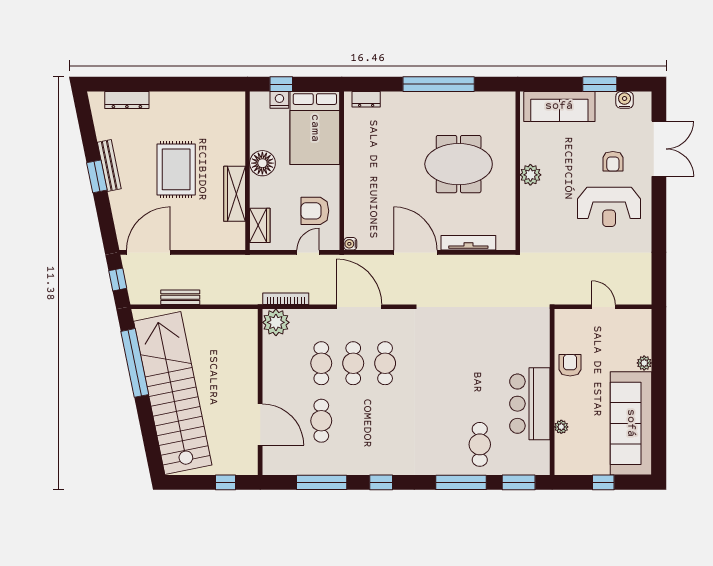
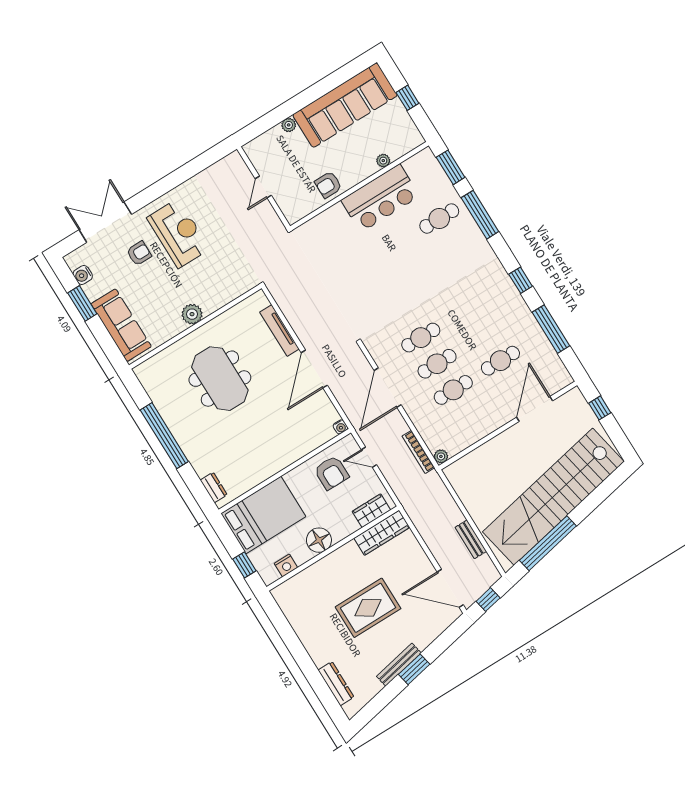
nightstand: (279, 100) -> (286, 565), moved, turned -90
wardrobe: (235, 194) -> (382, 533), moved
plant: (276, 322) -> (441, 456), width x0.53, depth x0.53

